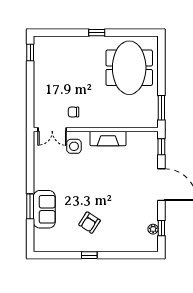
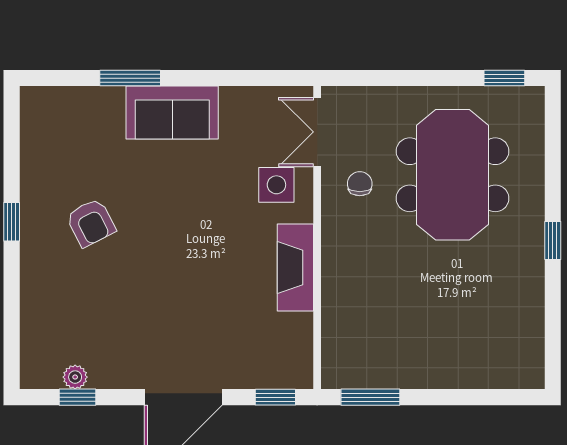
meeting table: (129, 68) -> (453, 175), moved, turned 90
sofa: (44, 209) -> (172, 113), moved
armchair: (90, 223) -> (91, 223), turned -150

